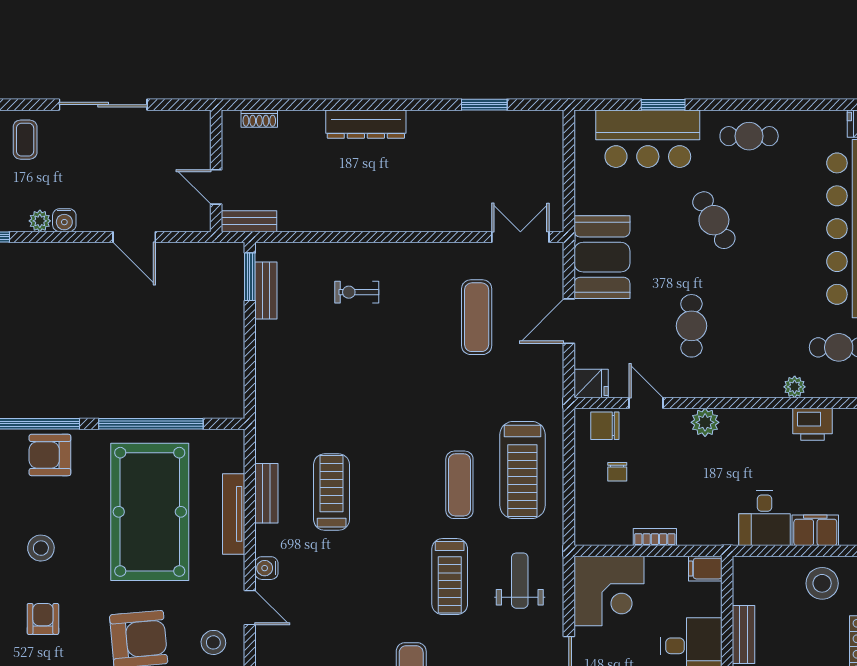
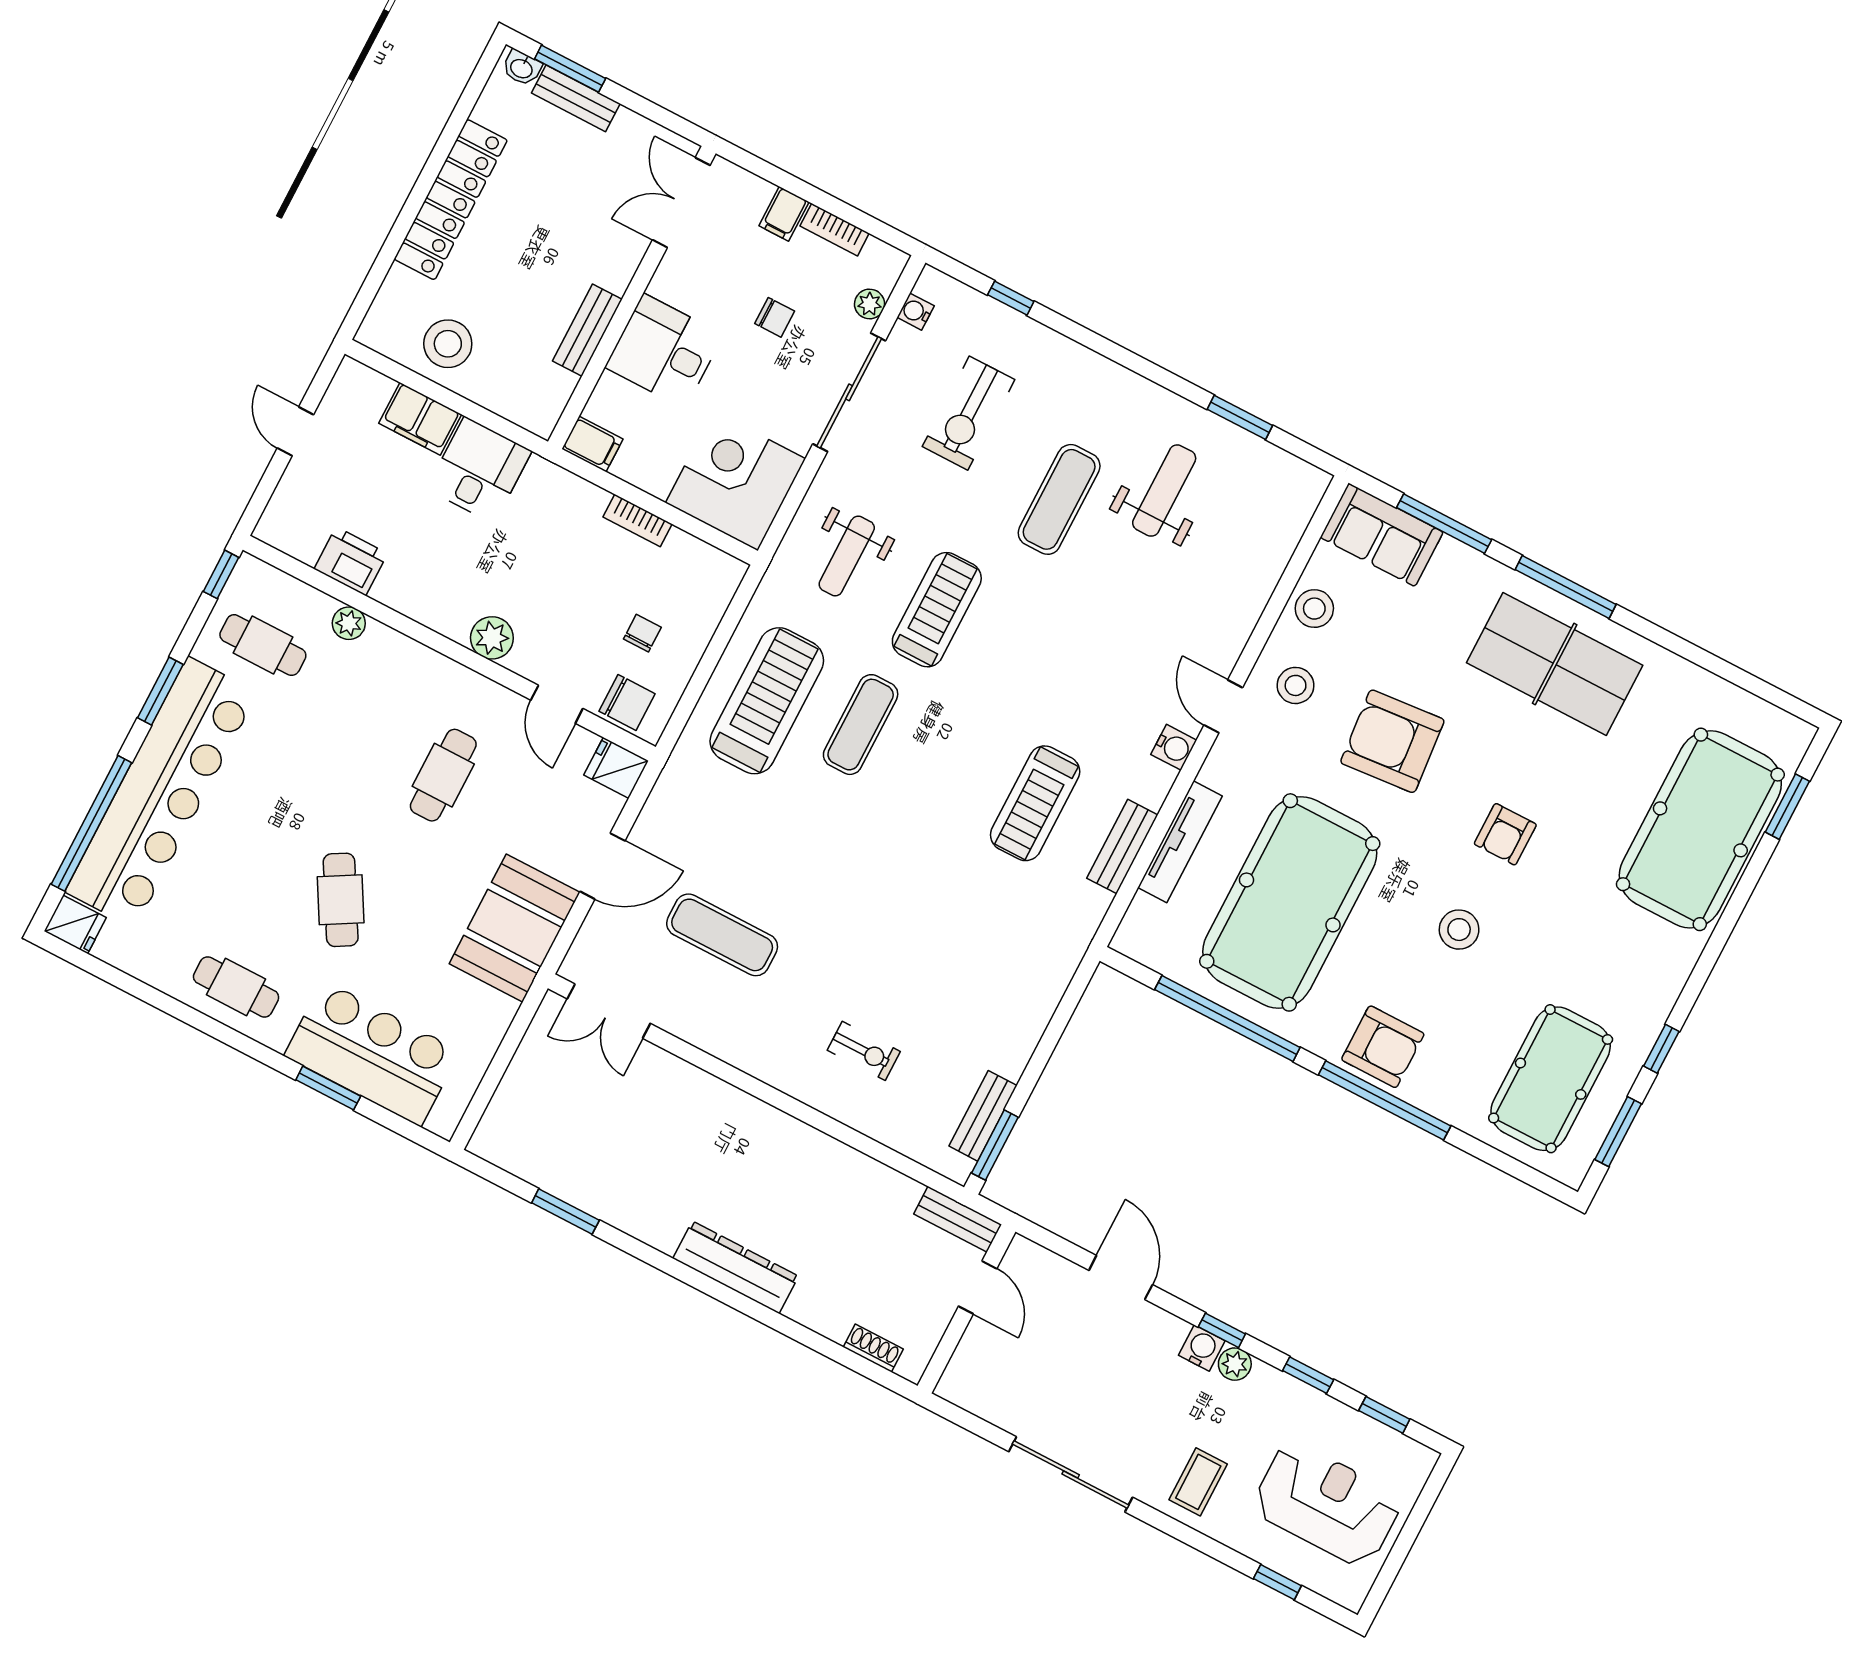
window: (58, 237) -> (1222, 1330), added
exercise mat: (477, 317) -> (722, 935), turned 90

